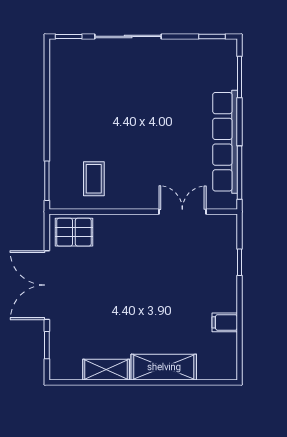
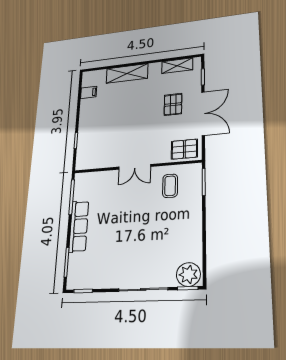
plant: (68, 54) -> (188, 274), added
row of seats: (225, 142) -> (79, 226), width x0.73
double door: (182, 212) -> (135, 167), moved
pallet: (91, 305) -> (173, 104), added
filing cabinet: (225, 322) -> (89, 92), moved
shelving: (106, 370) -> (177, 66), moved

